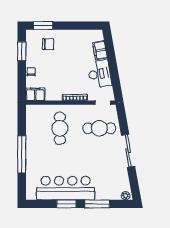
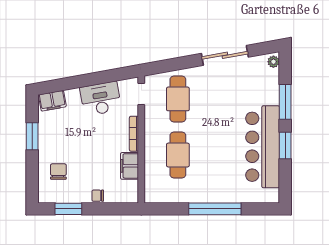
window: (43, 26) -> (32, 136), moved
filing cabinet: (100, 50) -> (52, 101), moved
filing cabinet: (35, 94) -> (130, 166), moved
cafe table: (60, 128) -> (178, 155), turned 90
sliding door: (128, 151) -> (225, 55), moved

